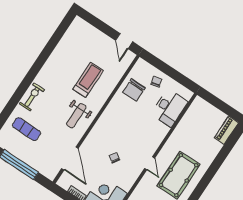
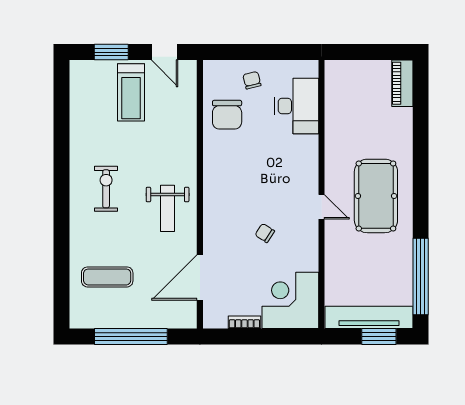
window: (99, 24) -> (111, 52), added
treadmill: (88, 80) -> (131, 92), moved, turned 180
exercise bike: (32, 97) -> (106, 189), moved
door: (70, 158) -> (200, 277), swing flipped

